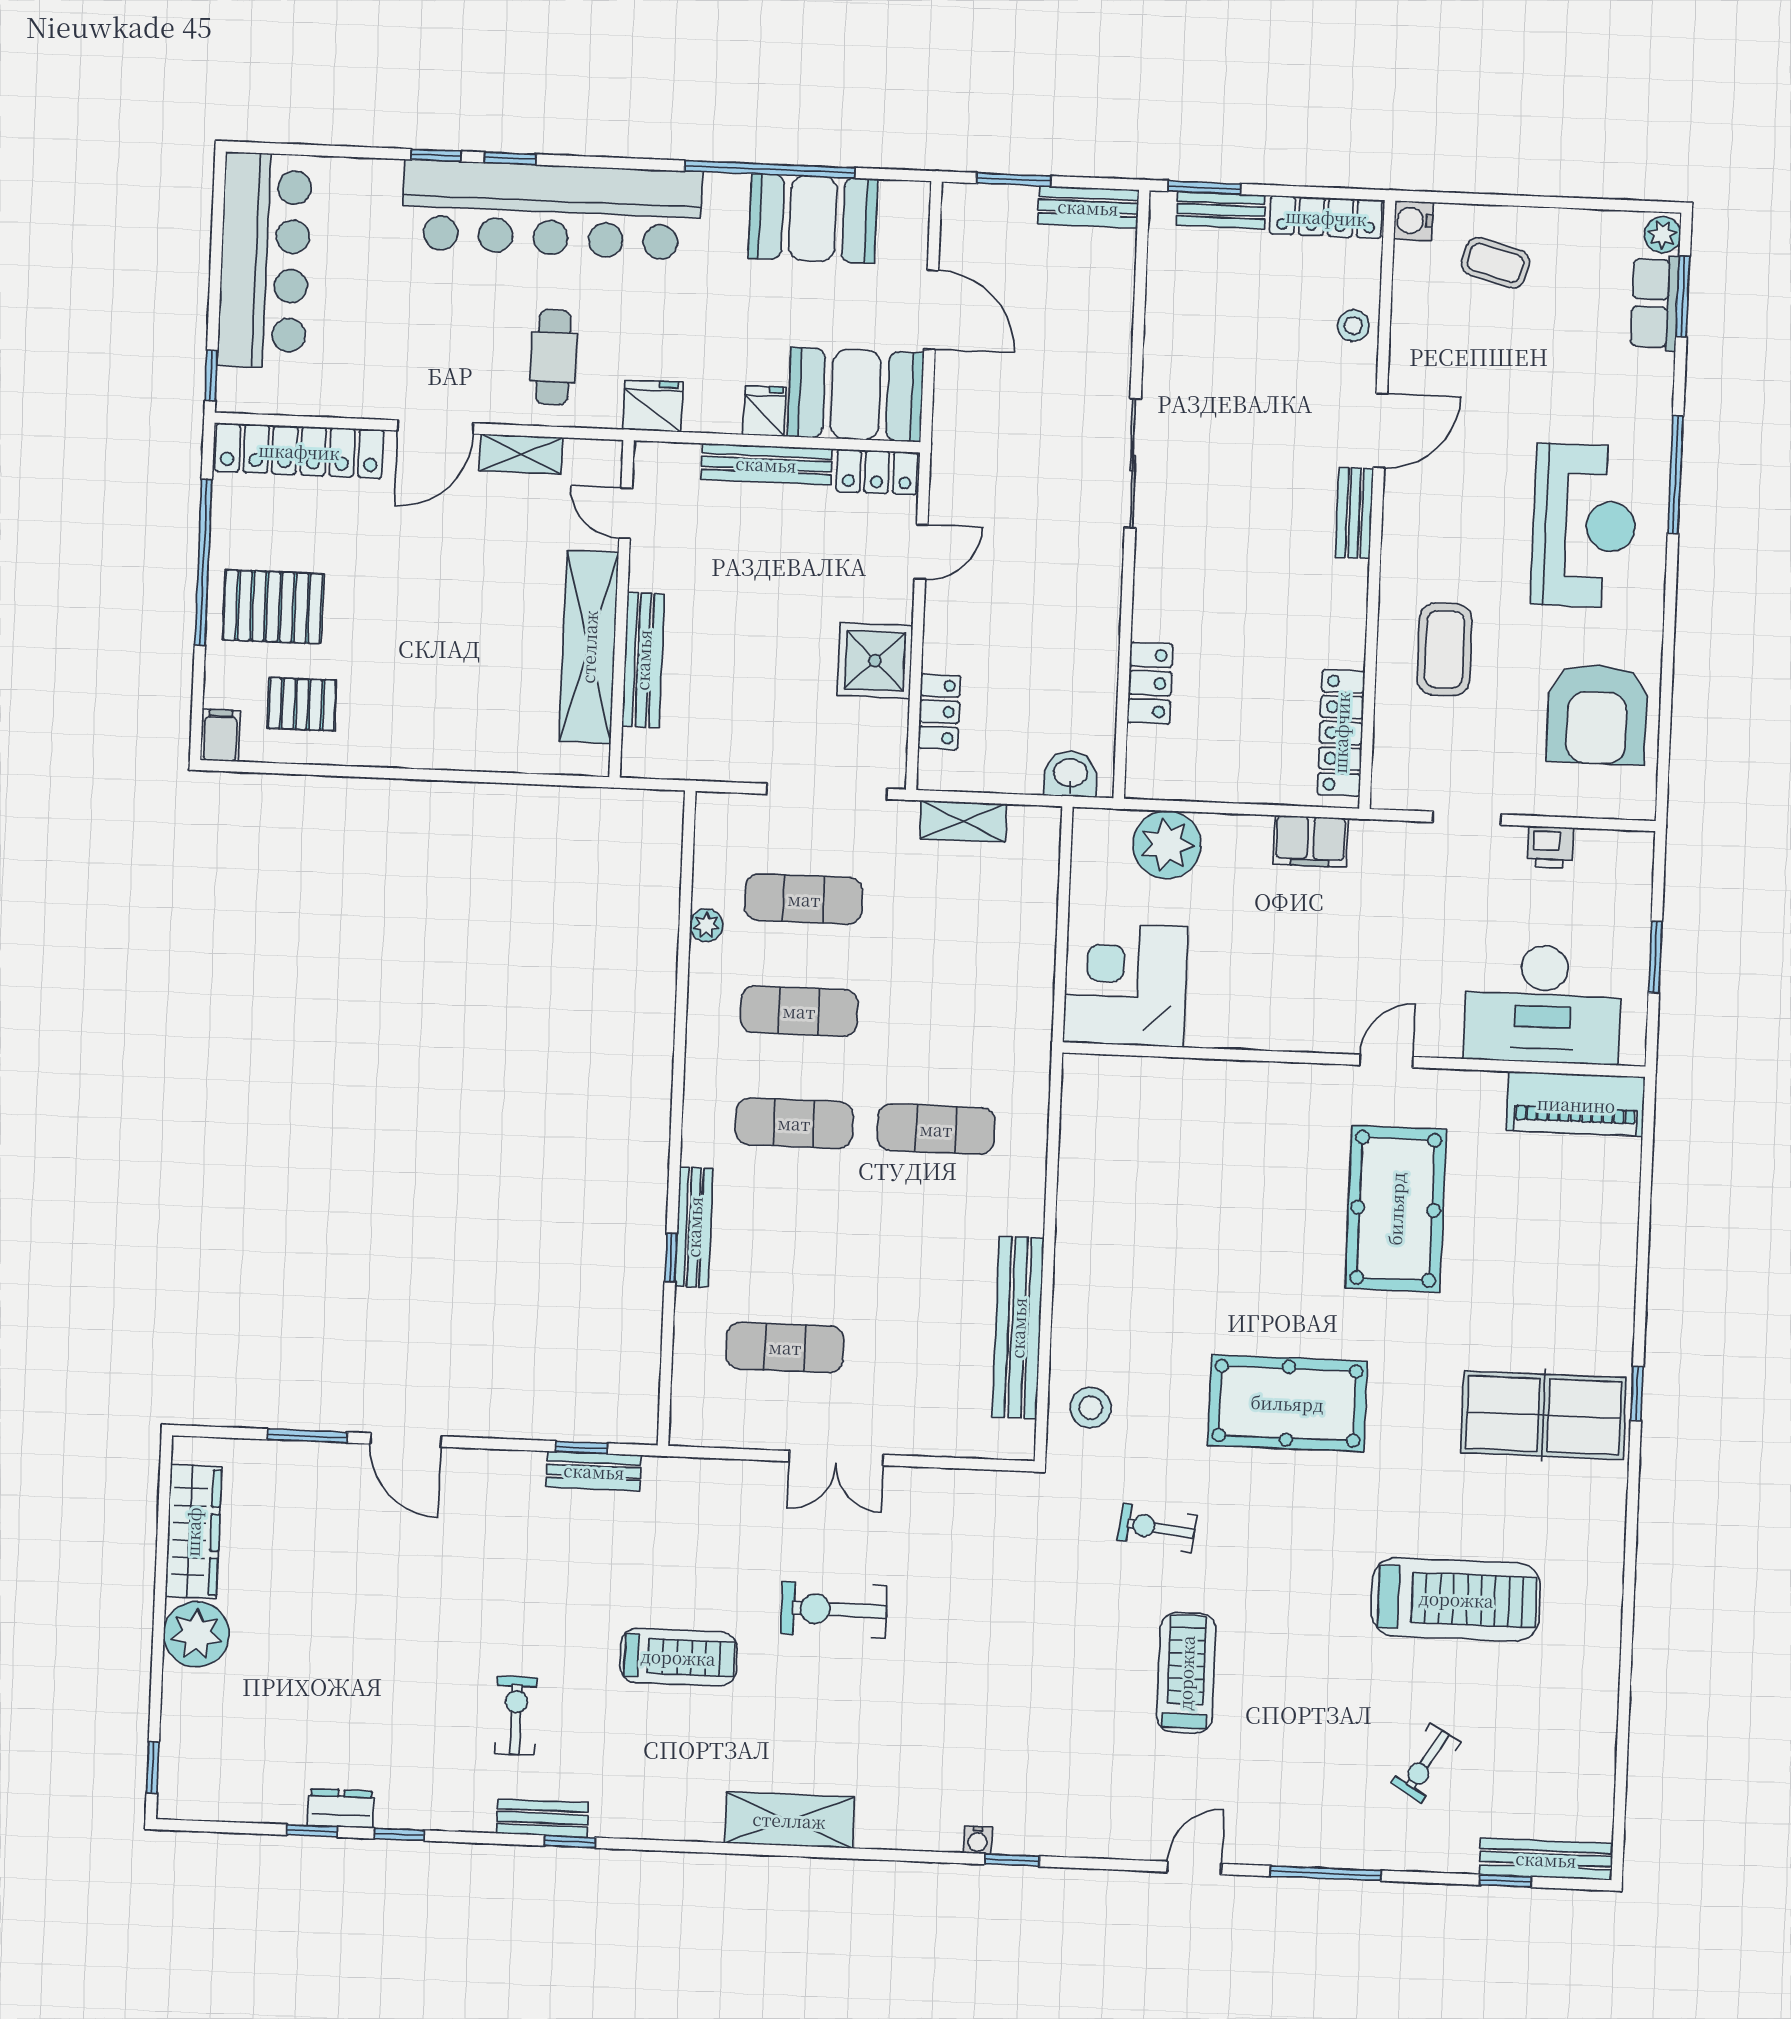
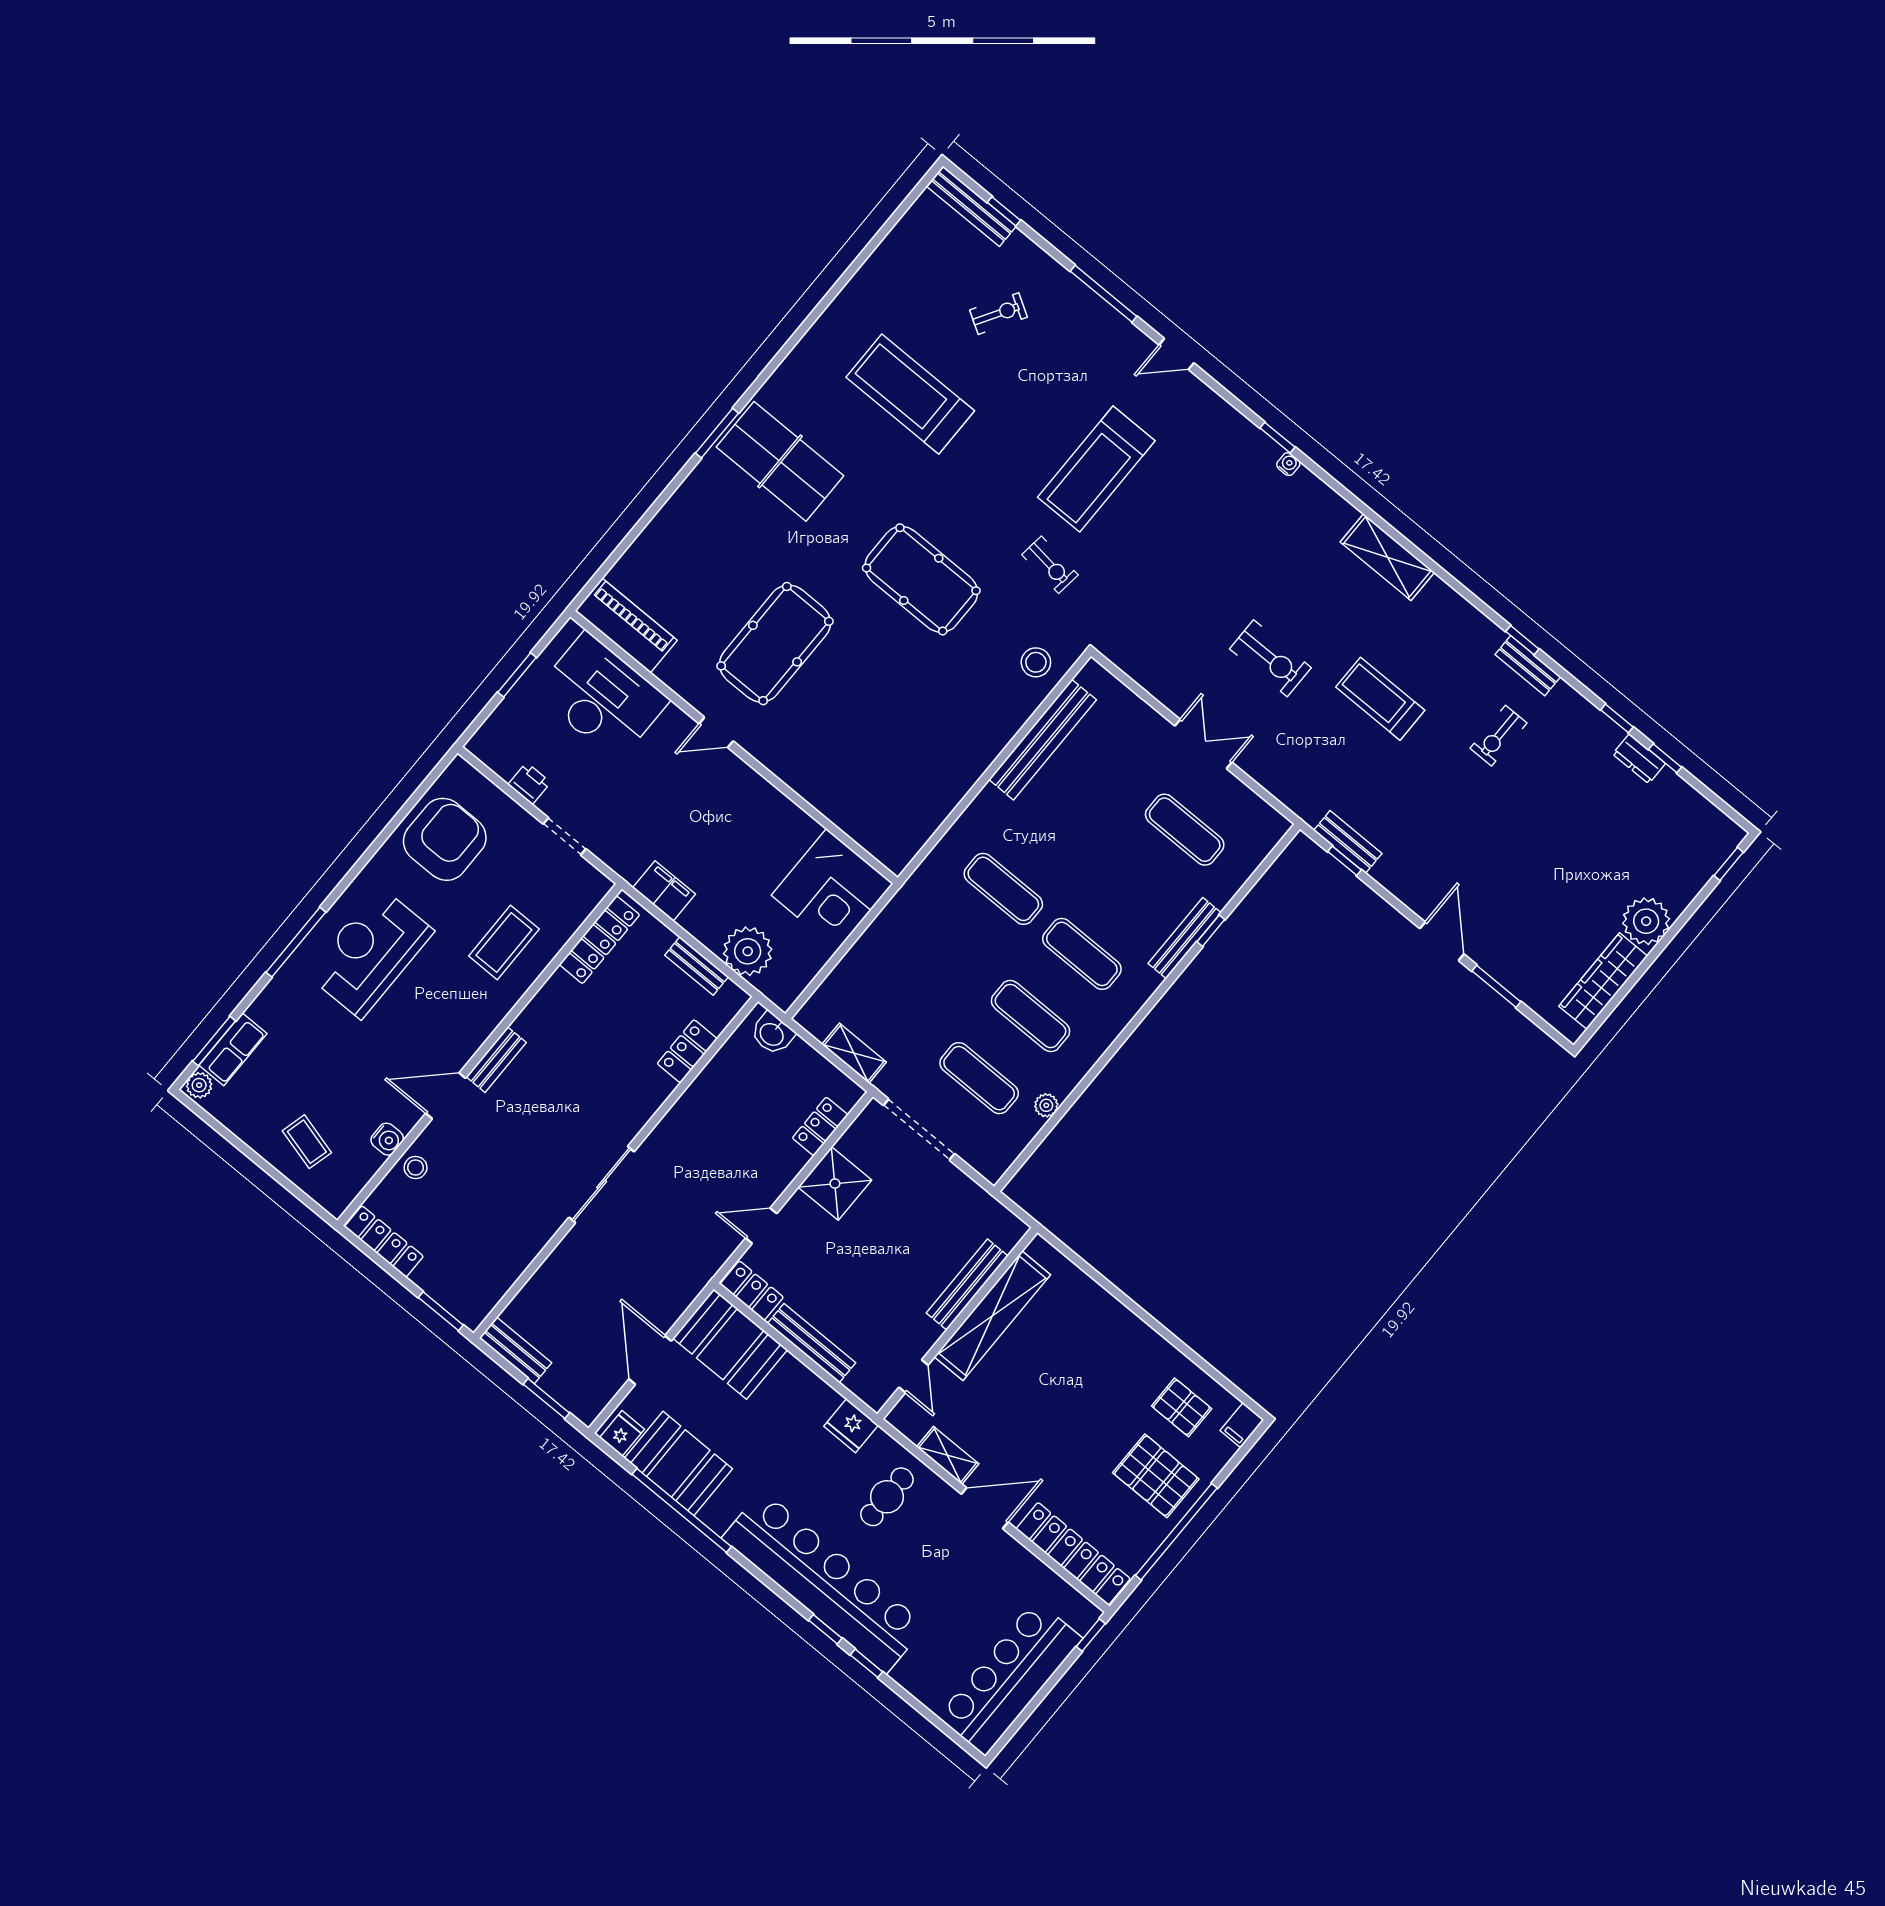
bench: (1221, 210) -> (697, 966), moved
water cooler: (1413, 221) -> (387, 1139), moved
fridge: (764, 411) -> (622, 1433), moved, turned 180
window: (1637, 1394) -> (717, 433), width x1.50
treadmill: (1186, 1673) -> (1096, 469), width x1.37, depth x1.38

